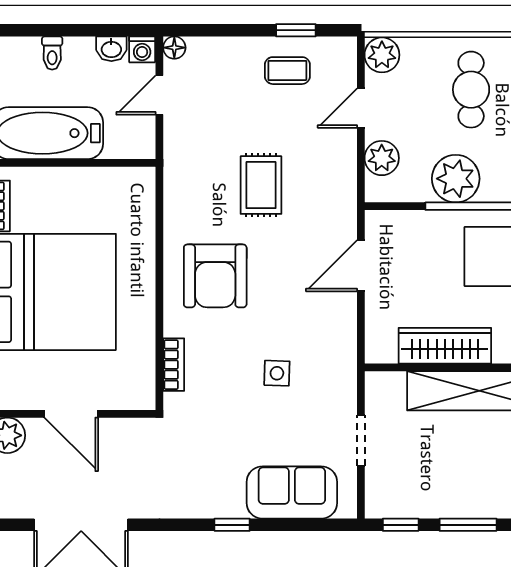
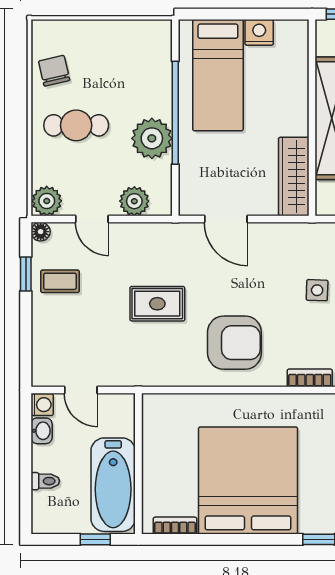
floor lamp: (174, 48) -> (41, 232), moved
coffee table: (287, 71) -> (60, 281), turned 90
wardrobe: (445, 346) -> (294, 176), moved

